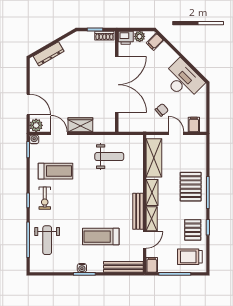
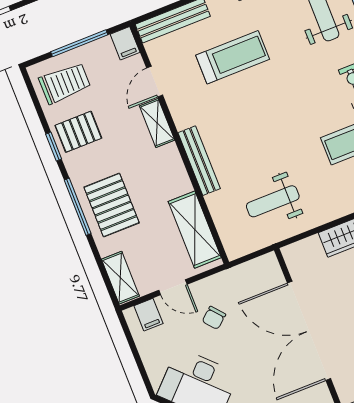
shelving: (152, 192) -> (120, 278), moved
bench: (138, 211) -> (199, 161), moved
pallet: (193, 230) -> (78, 132), turned 90

